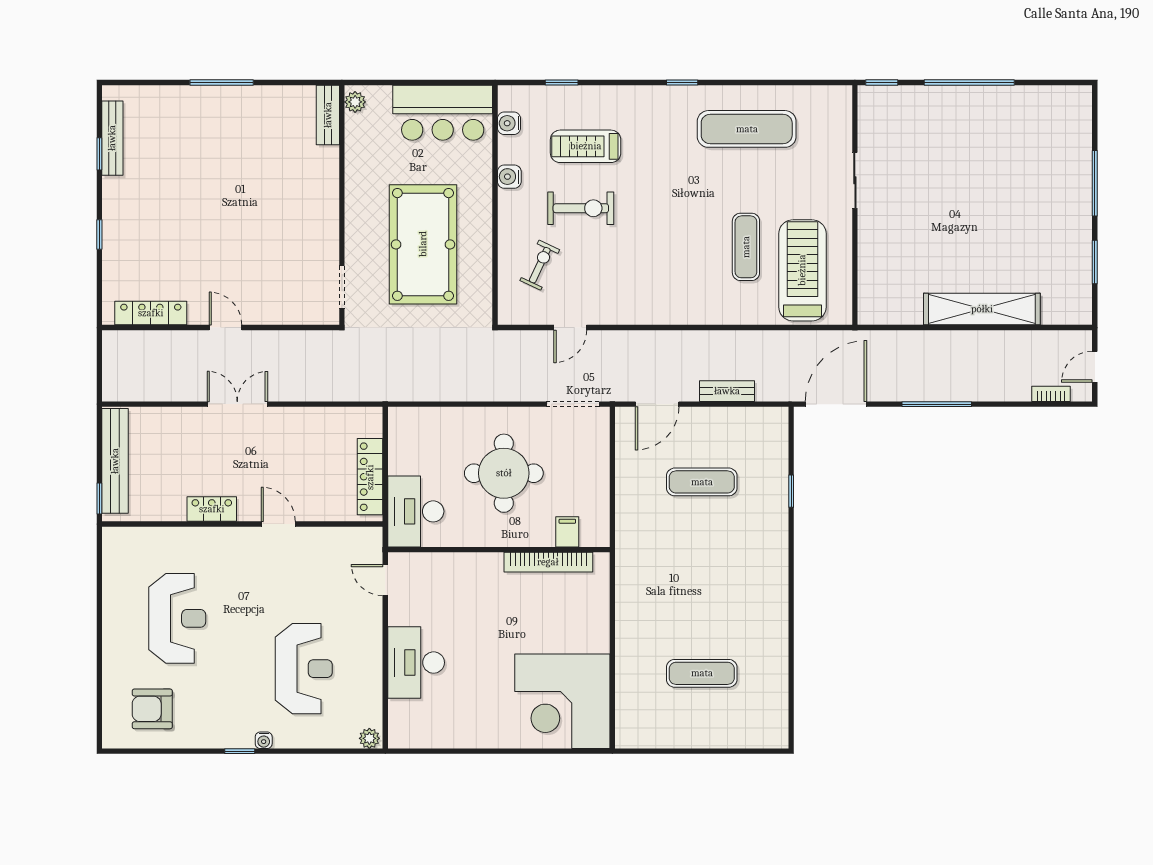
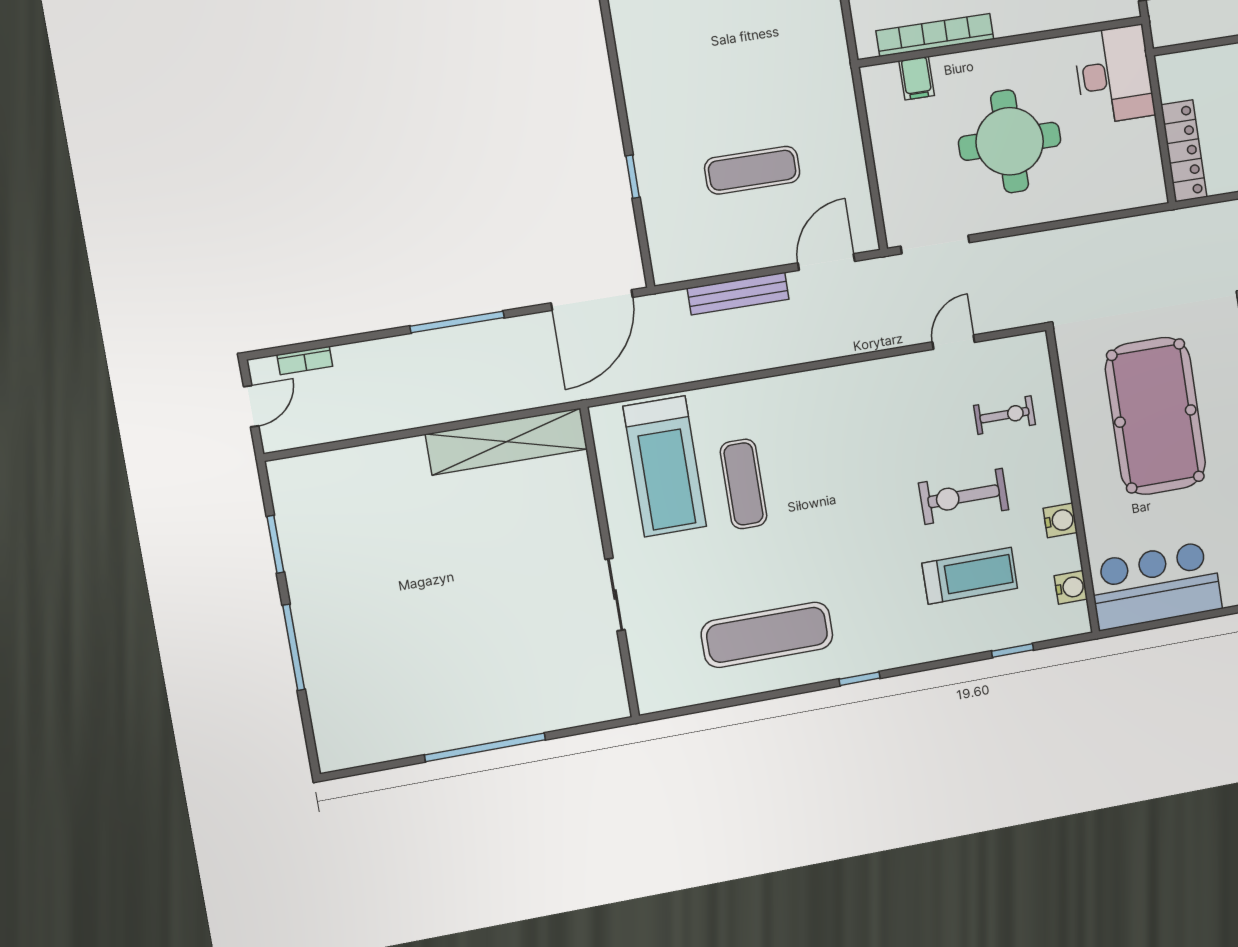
window: (882, 82) -> (601, 726), removed
exercise bike: (540, 265) -> (1005, 415), turned -115
shelving: (982, 309) -> (507, 442), moved
bench: (727, 391) -> (738, 294), width x1.36
locker: (370, 477) -> (1184, 151), moved

